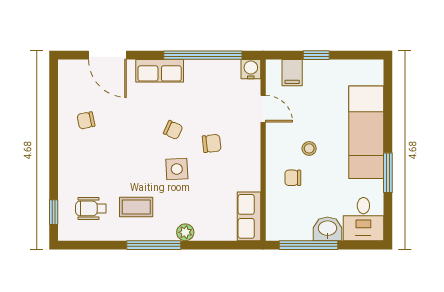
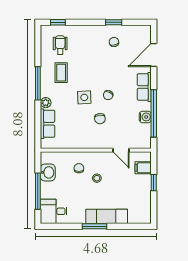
water cooler: (251, 69) -> (145, 117), moved
door: (263, 109) -> (121, 150), hinge flipped
window: (54, 121) -> (114, 22), added
exam couch: (366, 132) -> (107, 216), width x0.73, depth x0.69
window: (388, 173) -> (95, 226), moved
row of seats: (249, 216) -> (48, 124), moved, turned 90
washbasin: (327, 229) -> (48, 172), moved
window: (308, 245) -> (38, 191), moved

